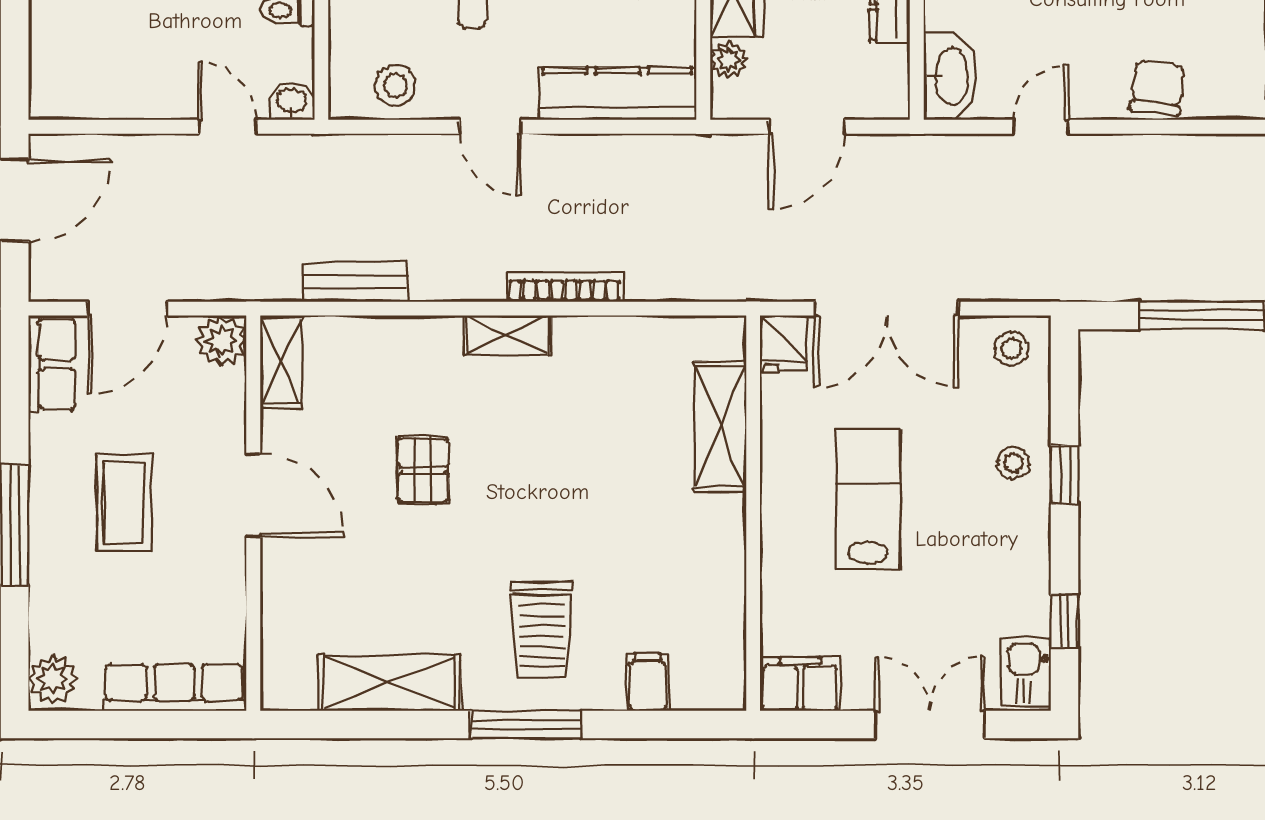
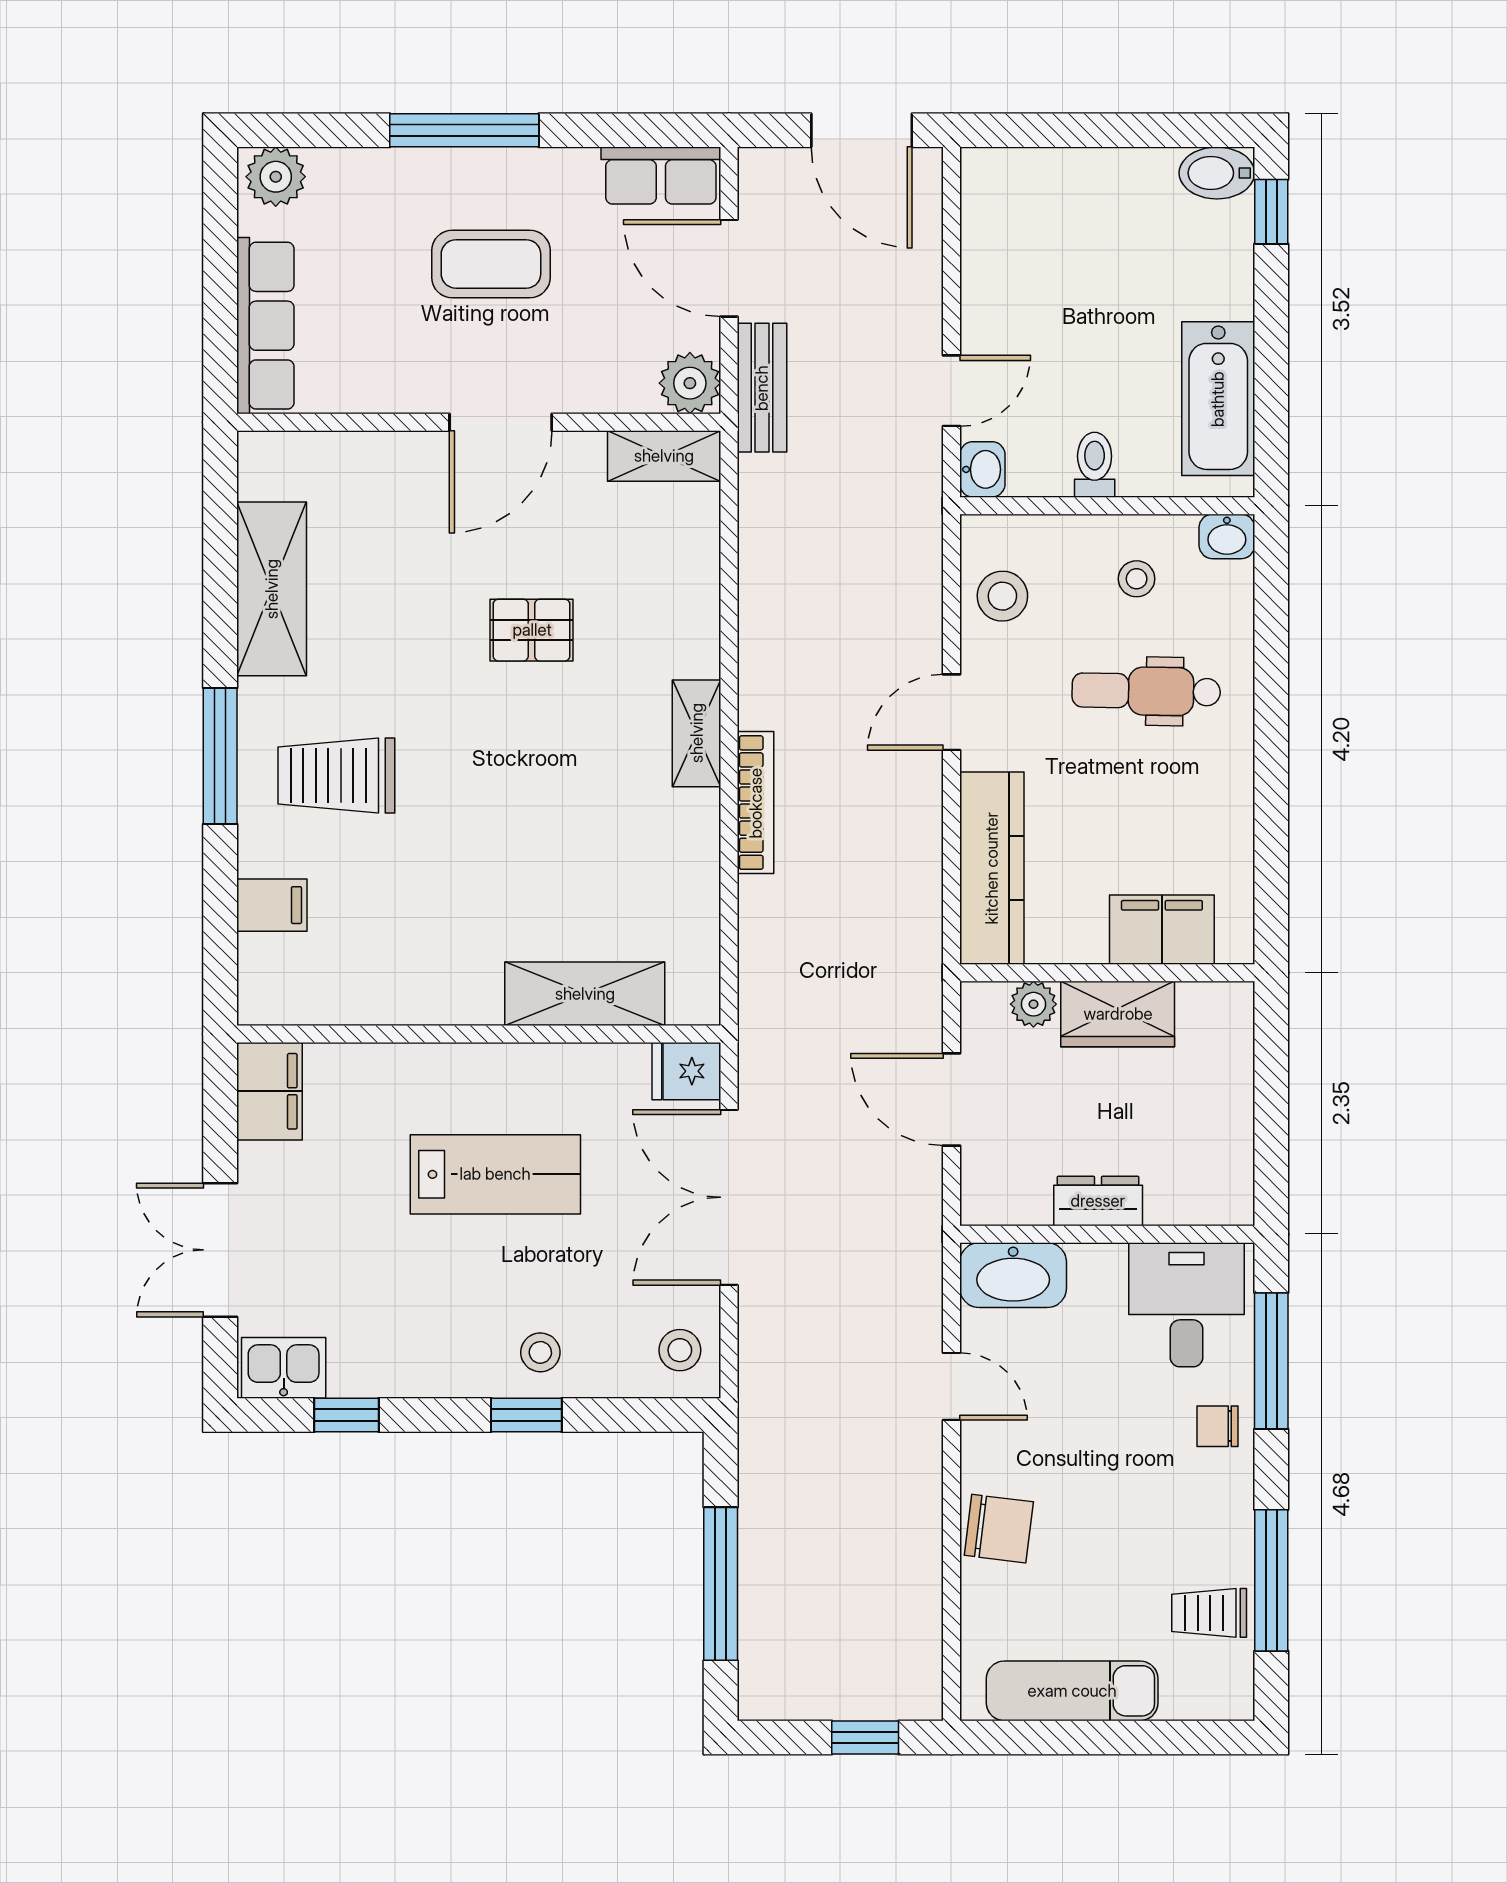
bench: (355, 282) -> (762, 388), moved
double door: (930, 724) -> (220, 1250), swing flipped

